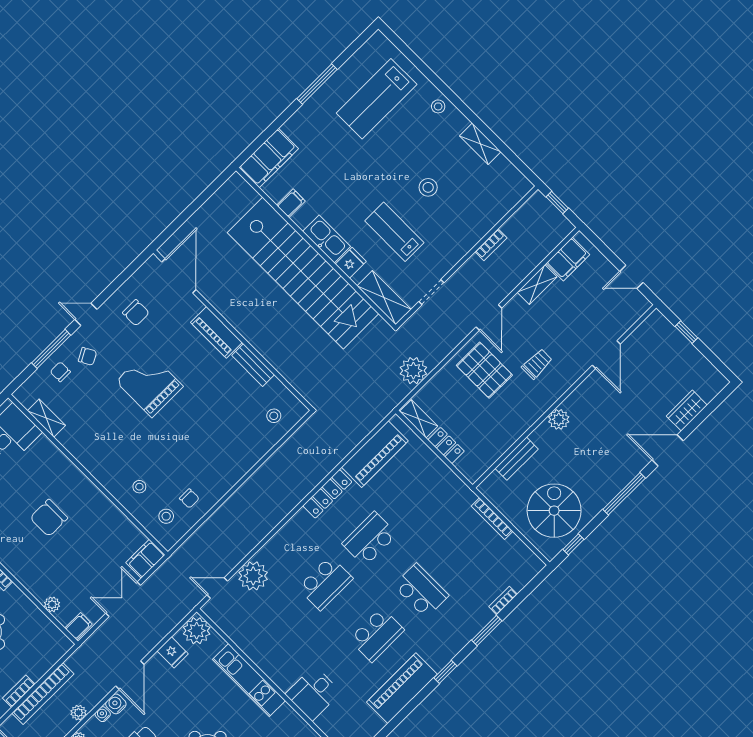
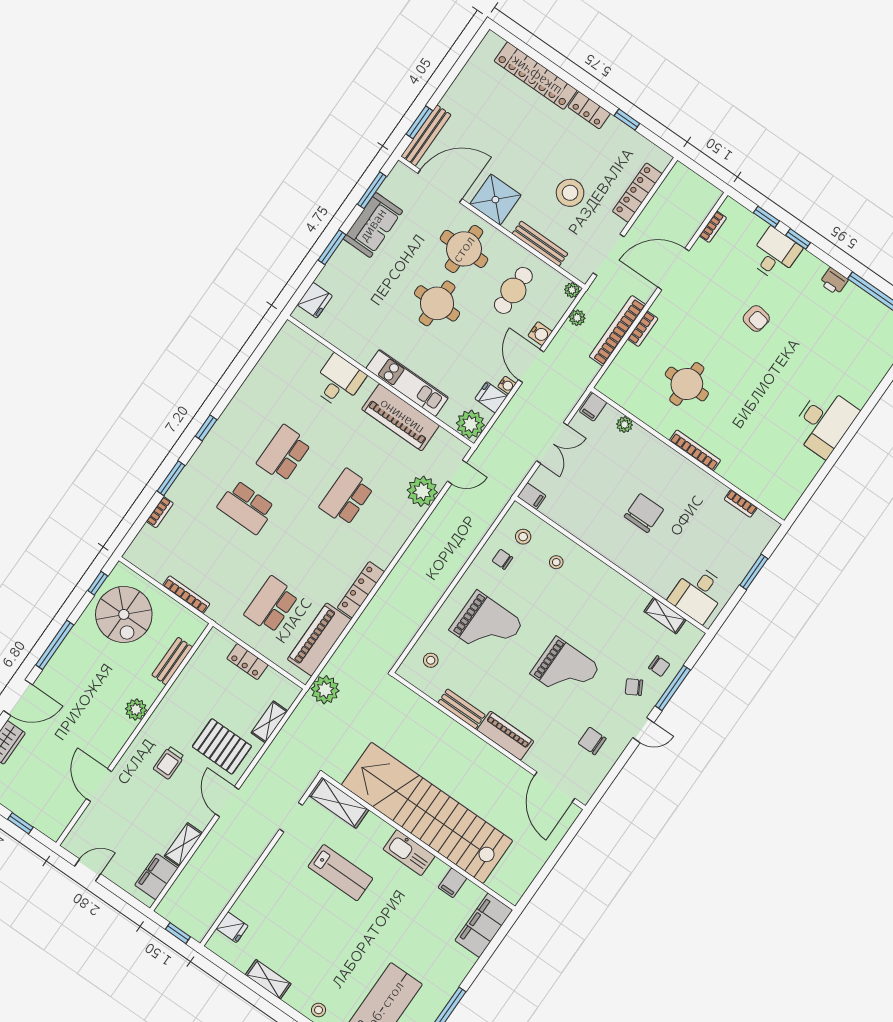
stool: (428, 187) -> (314, 925), removed
bookcase: (491, 245) -> (238, 877), removed
fridge: (351, 263) -> (232, 927), moved, turned -90
plant: (413, 371) -> (325, 690), moved
shelving: (419, 419) -> (269, 722), moved, turned 90
grand piano: (216, 438) -> (486, 626), added
school desk: (370, 539) -> (271, 605), moved, turned 180
filing cabinet: (145, 559) -> (532, 496), width x0.50
piano: (402, 688) -> (401, 417), moved, turned 90
water cooler: (103, 714) -> (507, 385), moved

